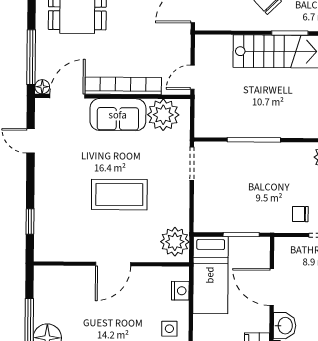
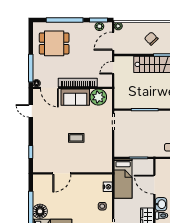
door: (192, 77) -> (113, 68), moved
door: (67, 96) -> (49, 88), swing flipped
coffee table: (119, 195) -> (76, 138), width x0.54, depth x0.58
plant: (175, 242) -> (105, 162), removed
door: (113, 264) -> (62, 173), moved

